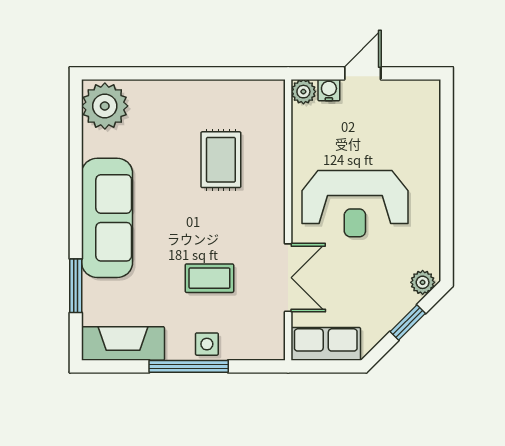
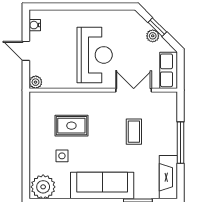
water cooler: (329, 90) -> (35, 25), moved
plant: (423, 282) -> (153, 36), moved
side table: (207, 344) -> (62, 156), moved

